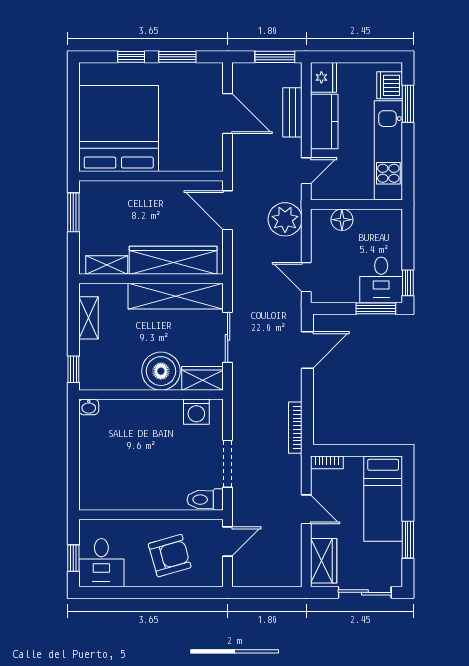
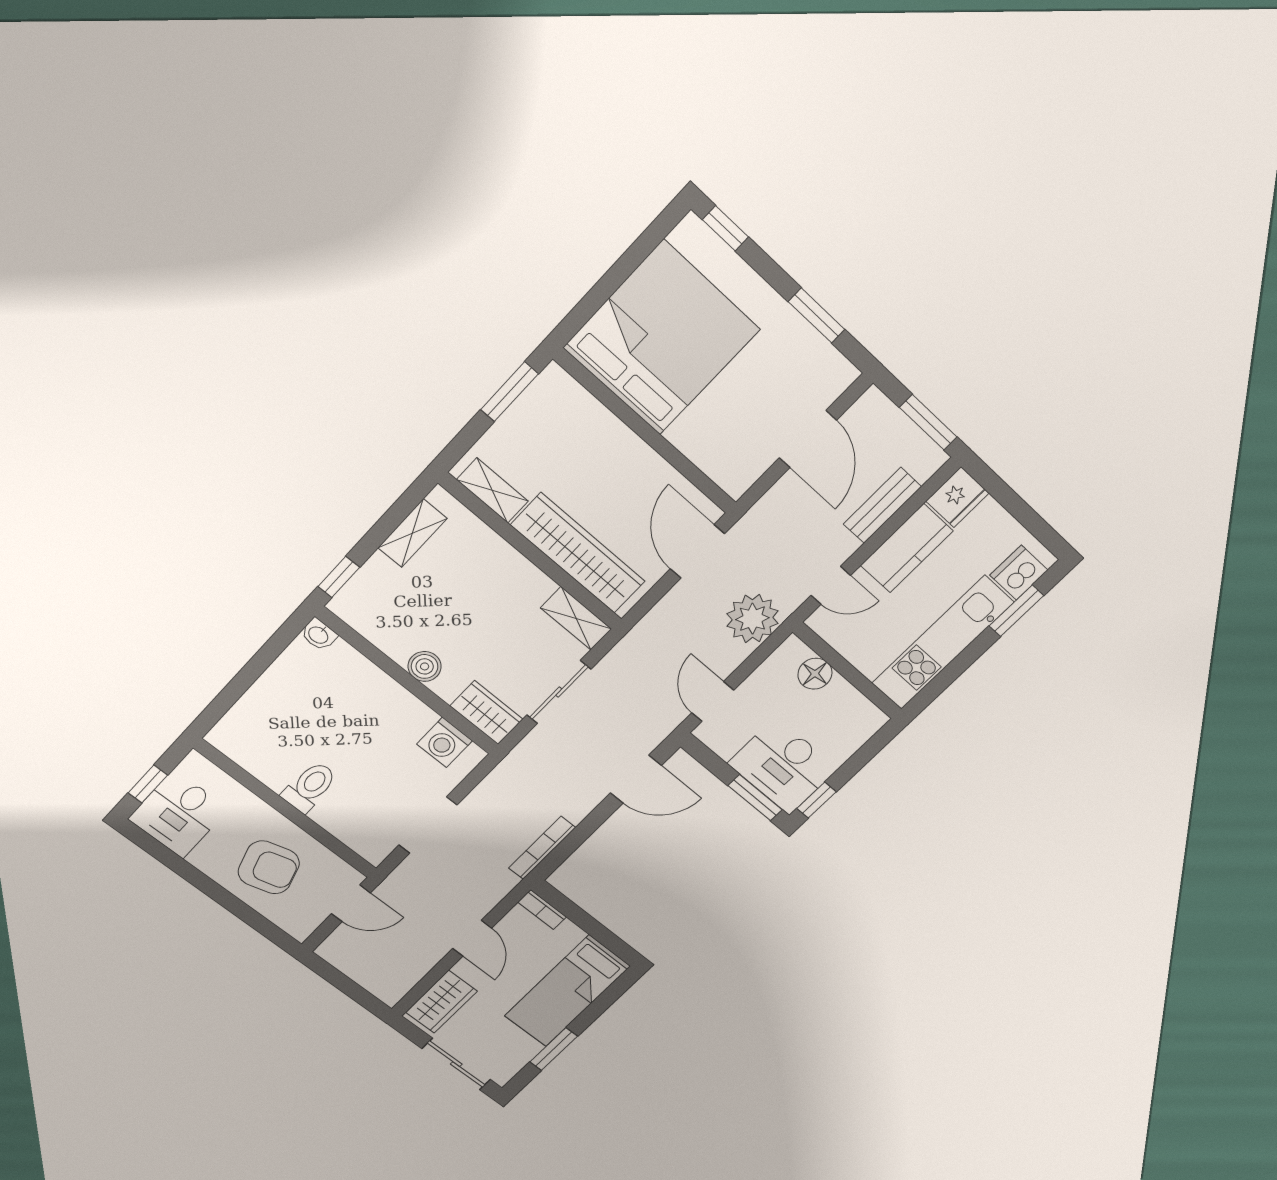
window: (131, 57) -> (725, 228), moved
desk: (381, 280) -> (783, 766), width x1.37
shelving: (176, 296) -> (576, 618), width x0.45, depth x0.75
boiler: (161, 371) -> (425, 666), width x0.54, depth x0.54
toilet: (205, 500) -> (310, 787), moved, turned 90

